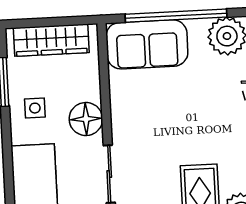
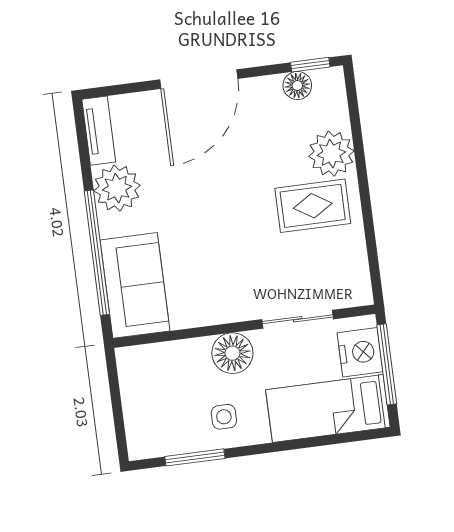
wardrobe: (51, 40) -> (139, 403), removed

